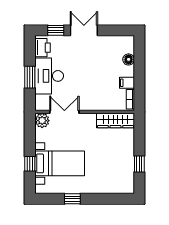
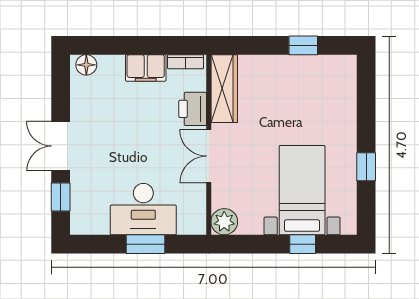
printer: (42, 48) -> (193, 109), moved, turned -90
floor lamp: (129, 59) -> (86, 65), moved
filing cabinet: (127, 83) -> (146, 68), width x2.00
double door: (64, 112) -> (209, 156), moved

